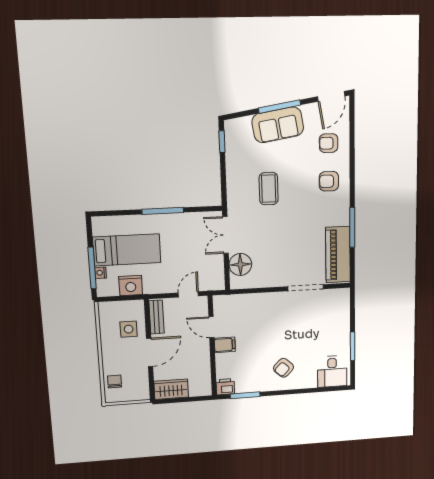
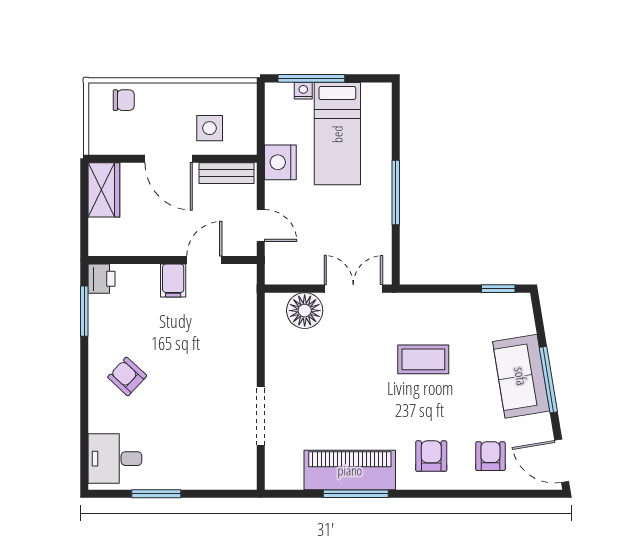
piano: (338, 255) -> (350, 470), moved
nightstand: (131, 285) -> (280, 162), moved

